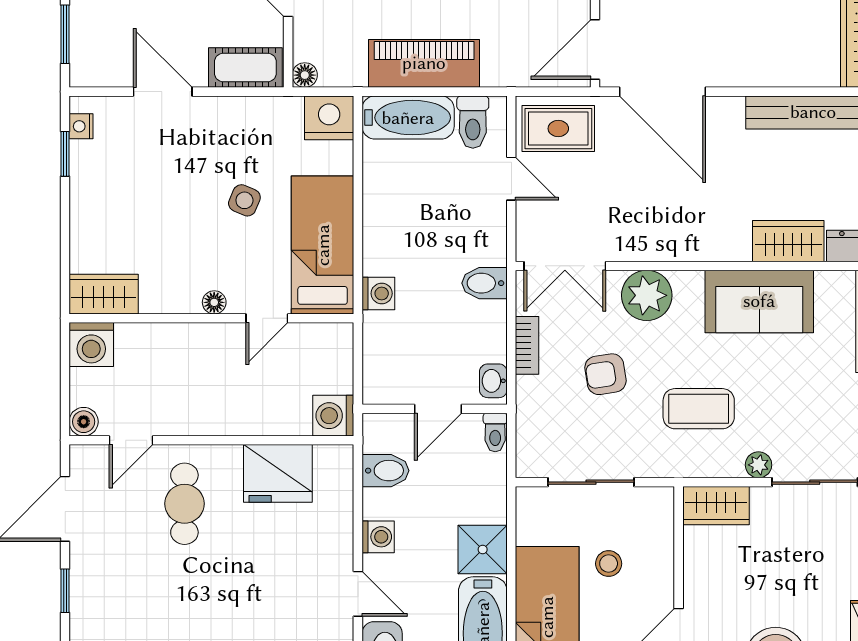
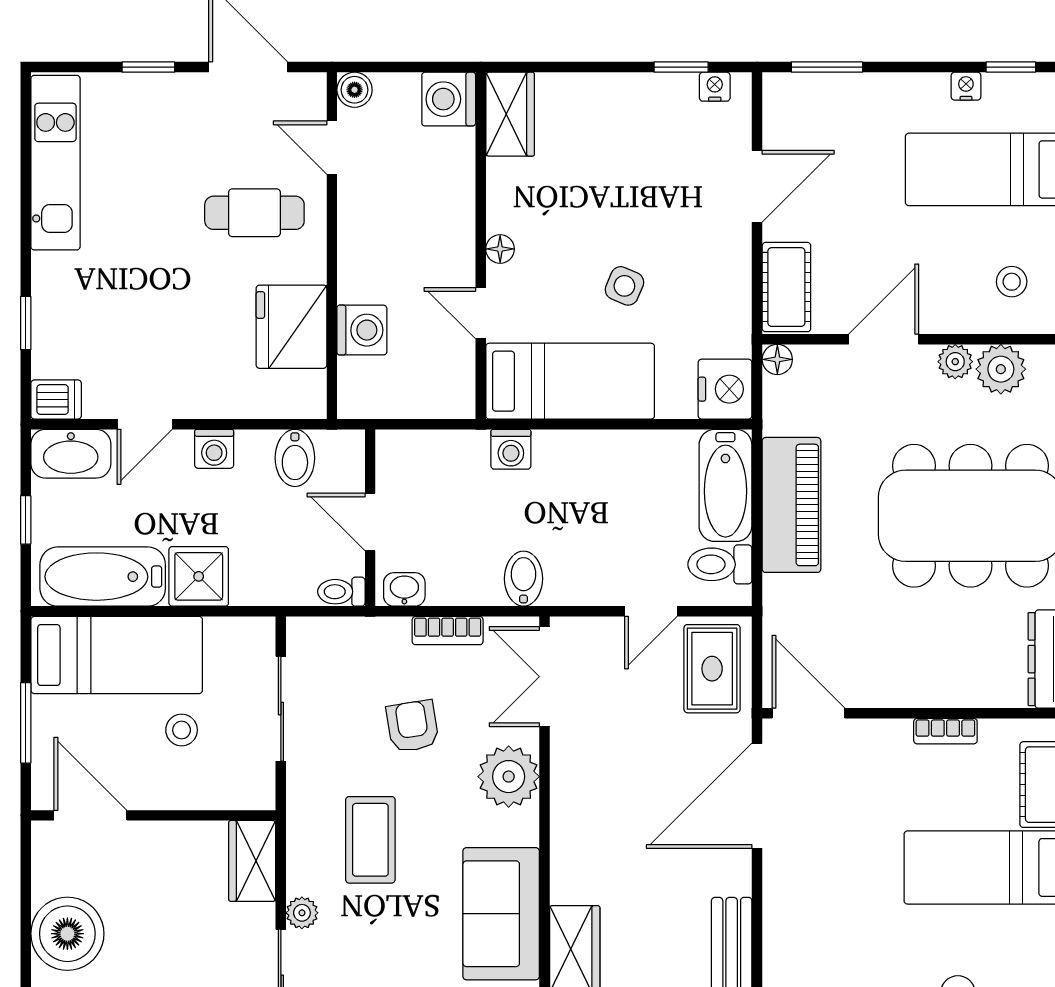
washing machine: (333, 416) -> (362, 330), moved, turned 90

